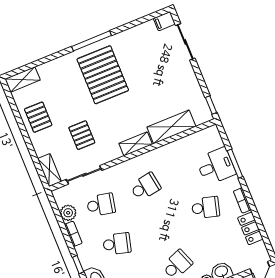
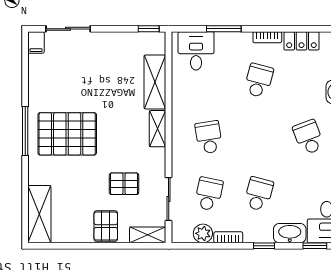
shelving: (23, 79) -> (39, 214), width x1.50, depth x1.33
pallet: (38, 117) -> (106, 226), moved, turned 90
desk: (216, 166) -> (196, 51), moved

